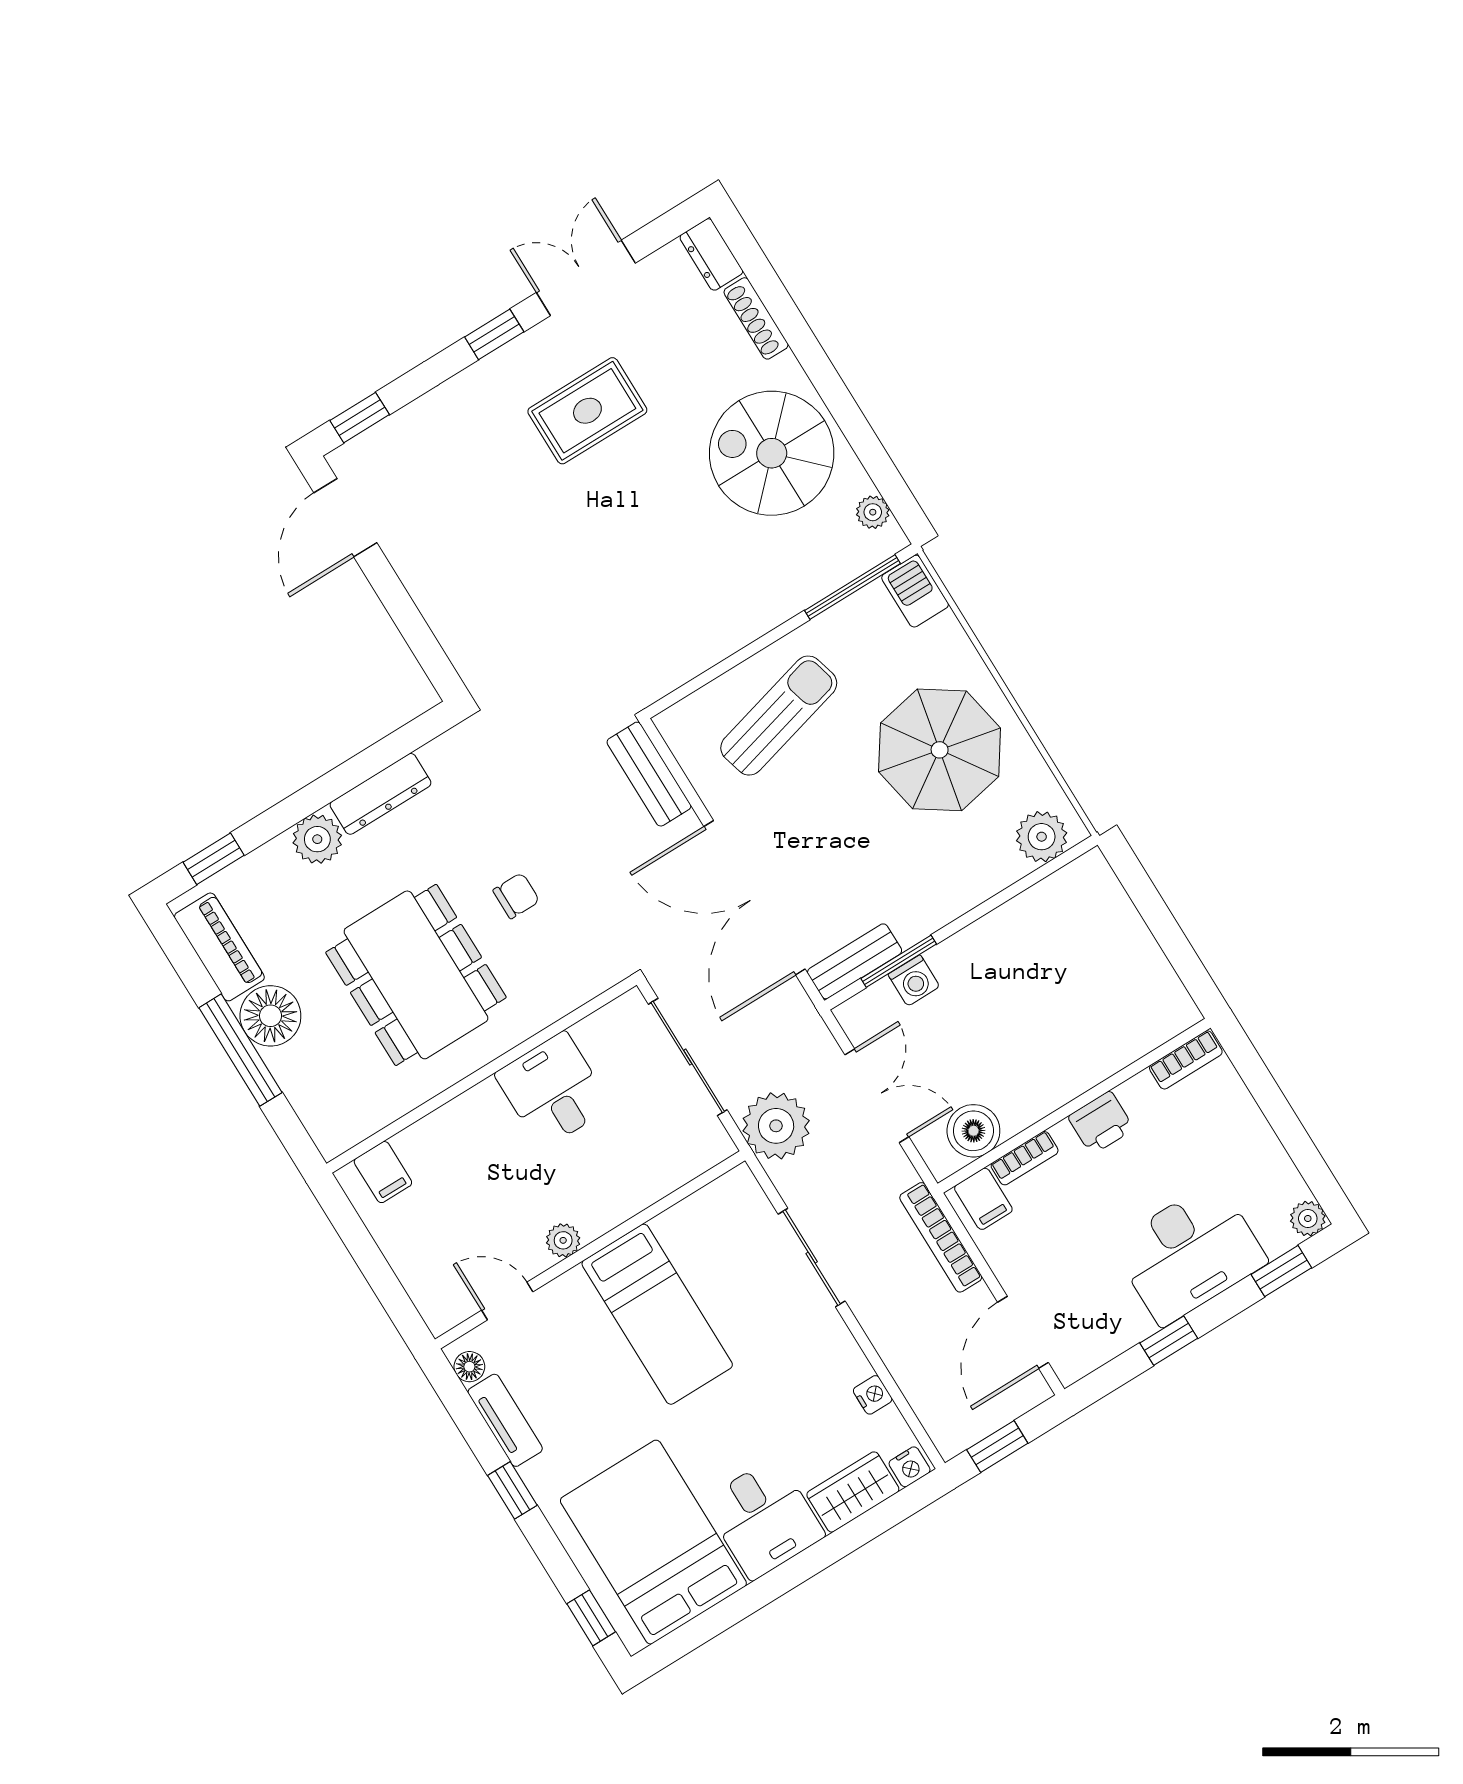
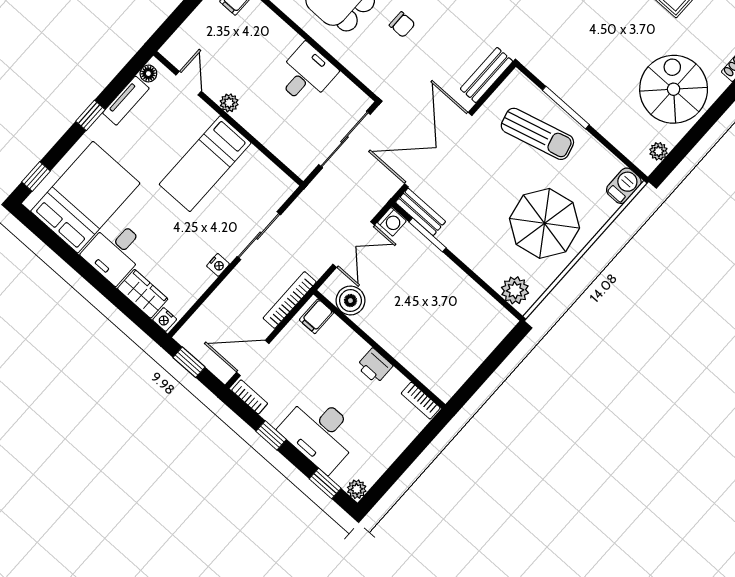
window: (853, 587) -> (566, 108), moved
washing machine: (914, 980) -> (392, 222), moved, turned -90
plant: (776, 1126) -> (322, 196), removed
bookcase: (1025, 1158) -> (250, 397), moved, turned 180
nightstand: (873, 1395) -> (218, 265), moved

